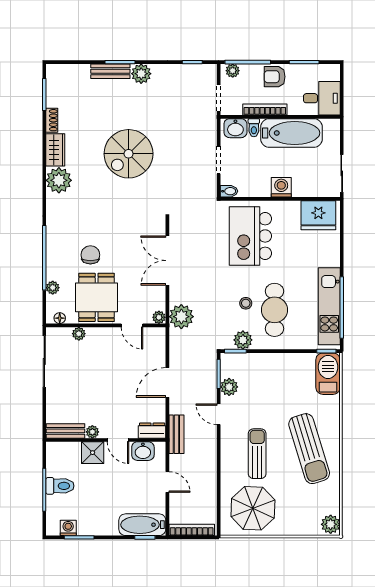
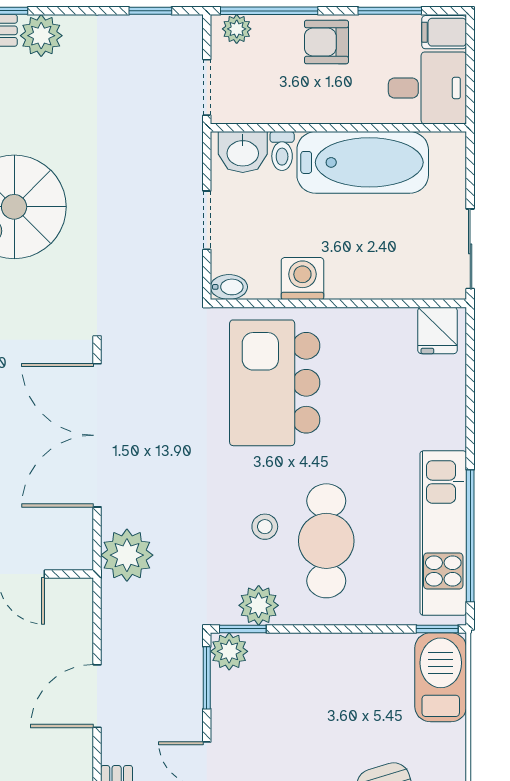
filing cabinet: (330, 72) -> (444, 32), added
bookcase: (265, 110) -> (306, 112), removed
washing machine: (281, 187) -> (302, 279), moved
fridge: (318, 215) -> (438, 330), width x0.53, depth x0.75
double door: (167, 261) -> (97, 435), width x1.36
plant: (159, 317) -> (79, 557), removed
plant: (229, 387) -> (229, 651), moved

